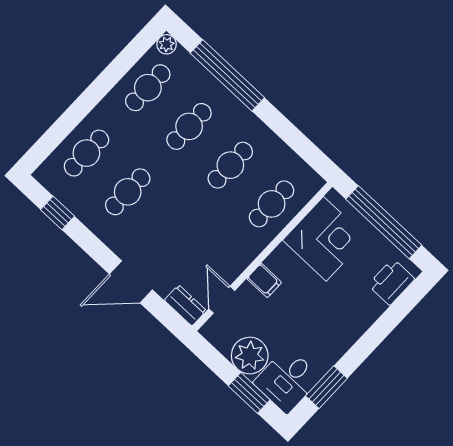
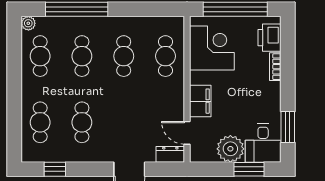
filing cabinet: (264, 280) -> (200, 101), width x2.00
bookcase: (370, 316) -> (275, 67), added

